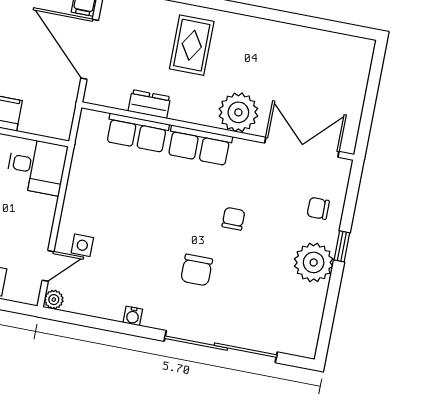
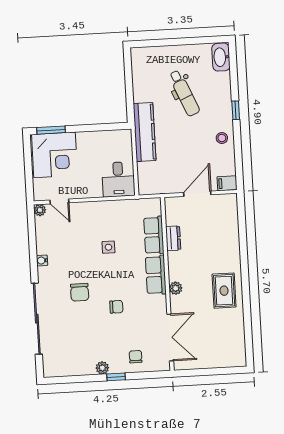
rug: (192, 45) -> (224, 291), moved, turned 90
door: (90, 49) -> (197, 194), width x0.73
plant: (238, 112) -> (176, 288), width x0.53, depth x0.53
side table: (82, 245) -> (108, 247), moved
plant: (314, 262) -> (102, 368), width x0.53, depth x0.53
chair: (197, 270) -> (80, 292), turned -90

